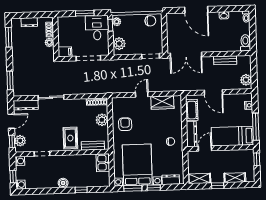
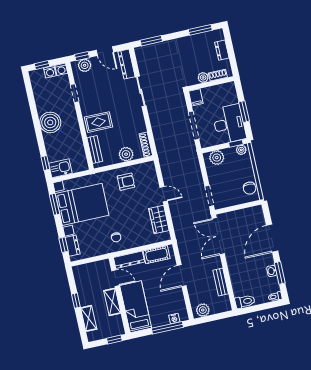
window: (227, 9) -> (280, 273), added
desk: (97, 28) -> (229, 124), width x1.37
window: (256, 127) -> (167, 328), moved
kitchen sink: (103, 163) -> (60, 168), moved
shelving: (199, 178) -> (112, 302), moved
boiler: (63, 183) -> (50, 122), width x1.86, depth x1.86
washing machine: (21, 185) -> (50, 72), moved
window: (154, 188) -> (64, 245), moved
window: (81, 190) -> (45, 163), moved

